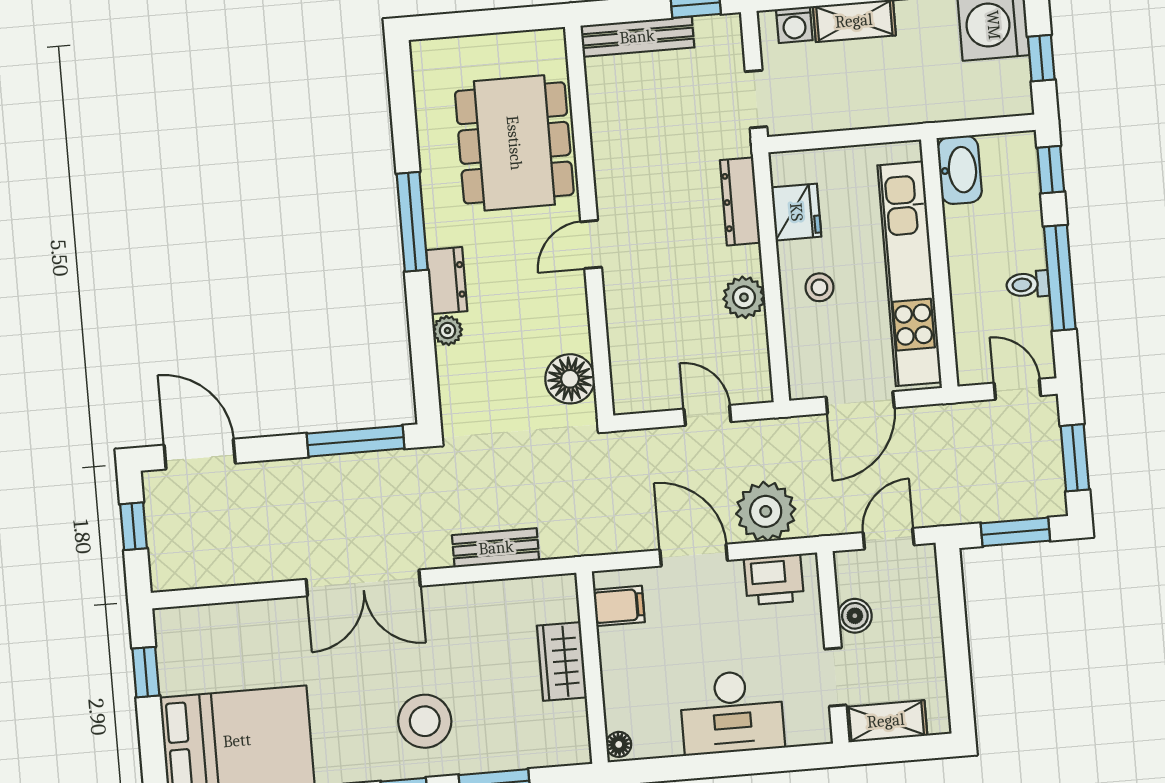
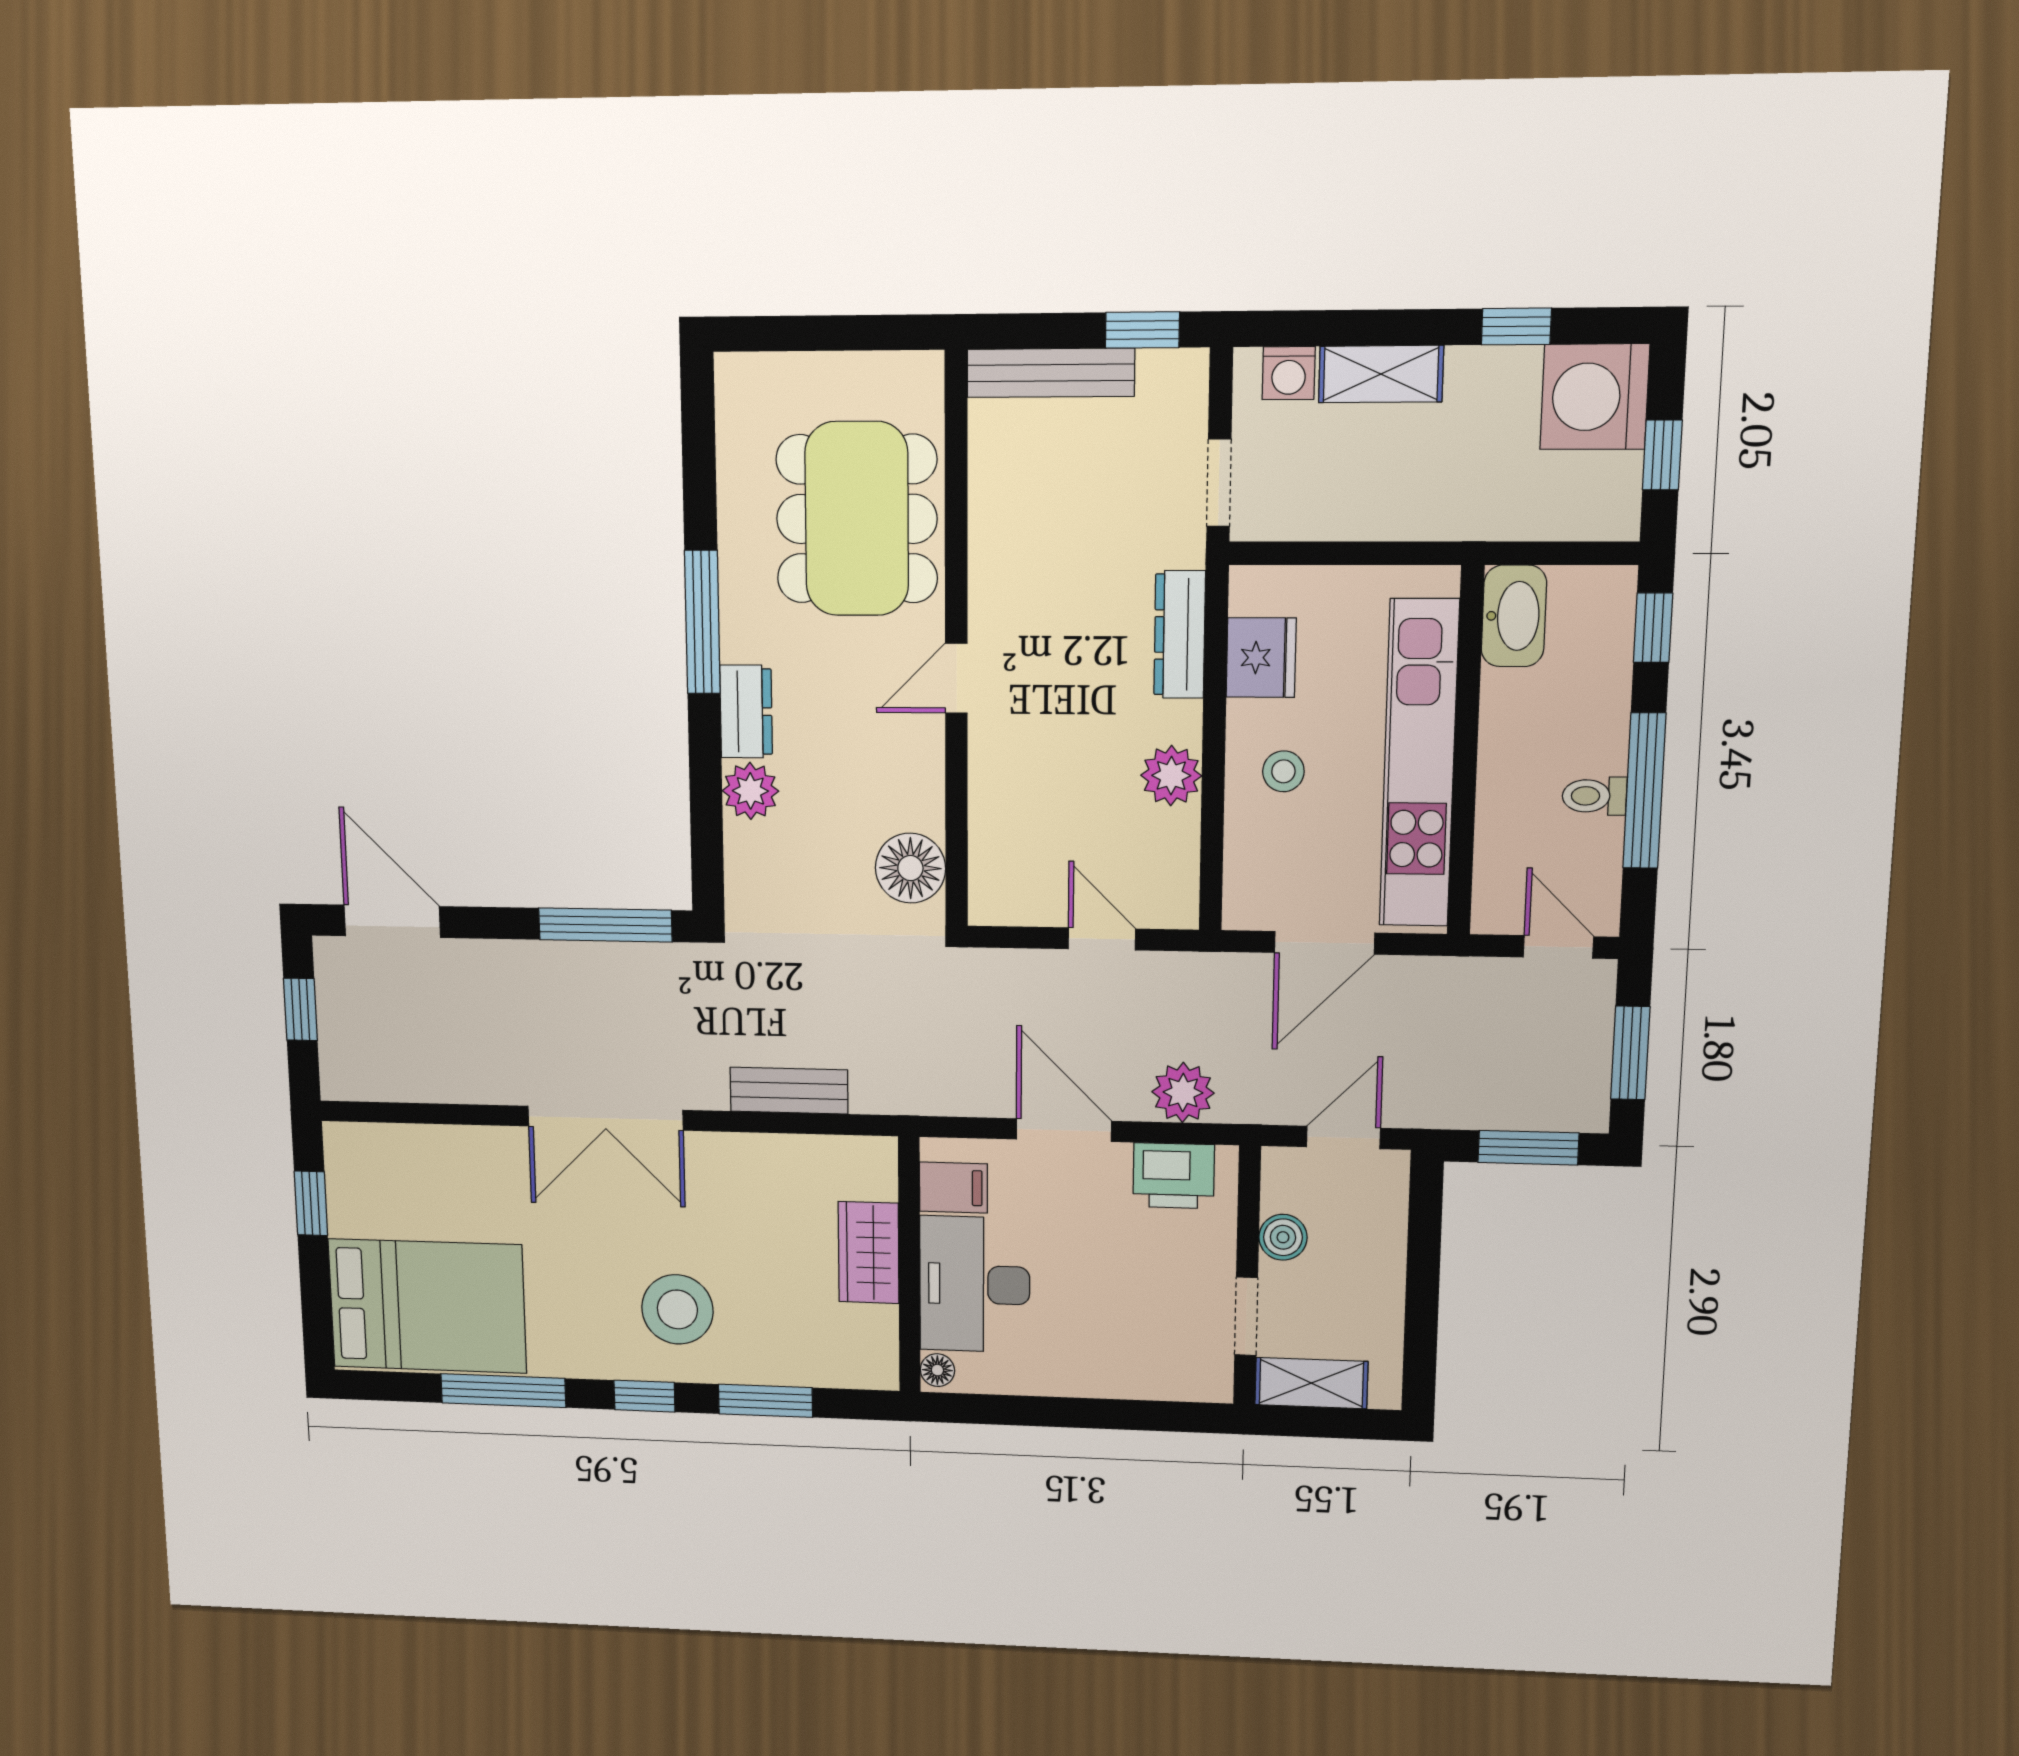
plant: (448, 331) -> (750, 791), width x1.38, depth x1.38
plant: (766, 511) -> (1183, 1092), width x0.73, depth x0.73
desk: (732, 712) -> (975, 1284), moved, turned 90

